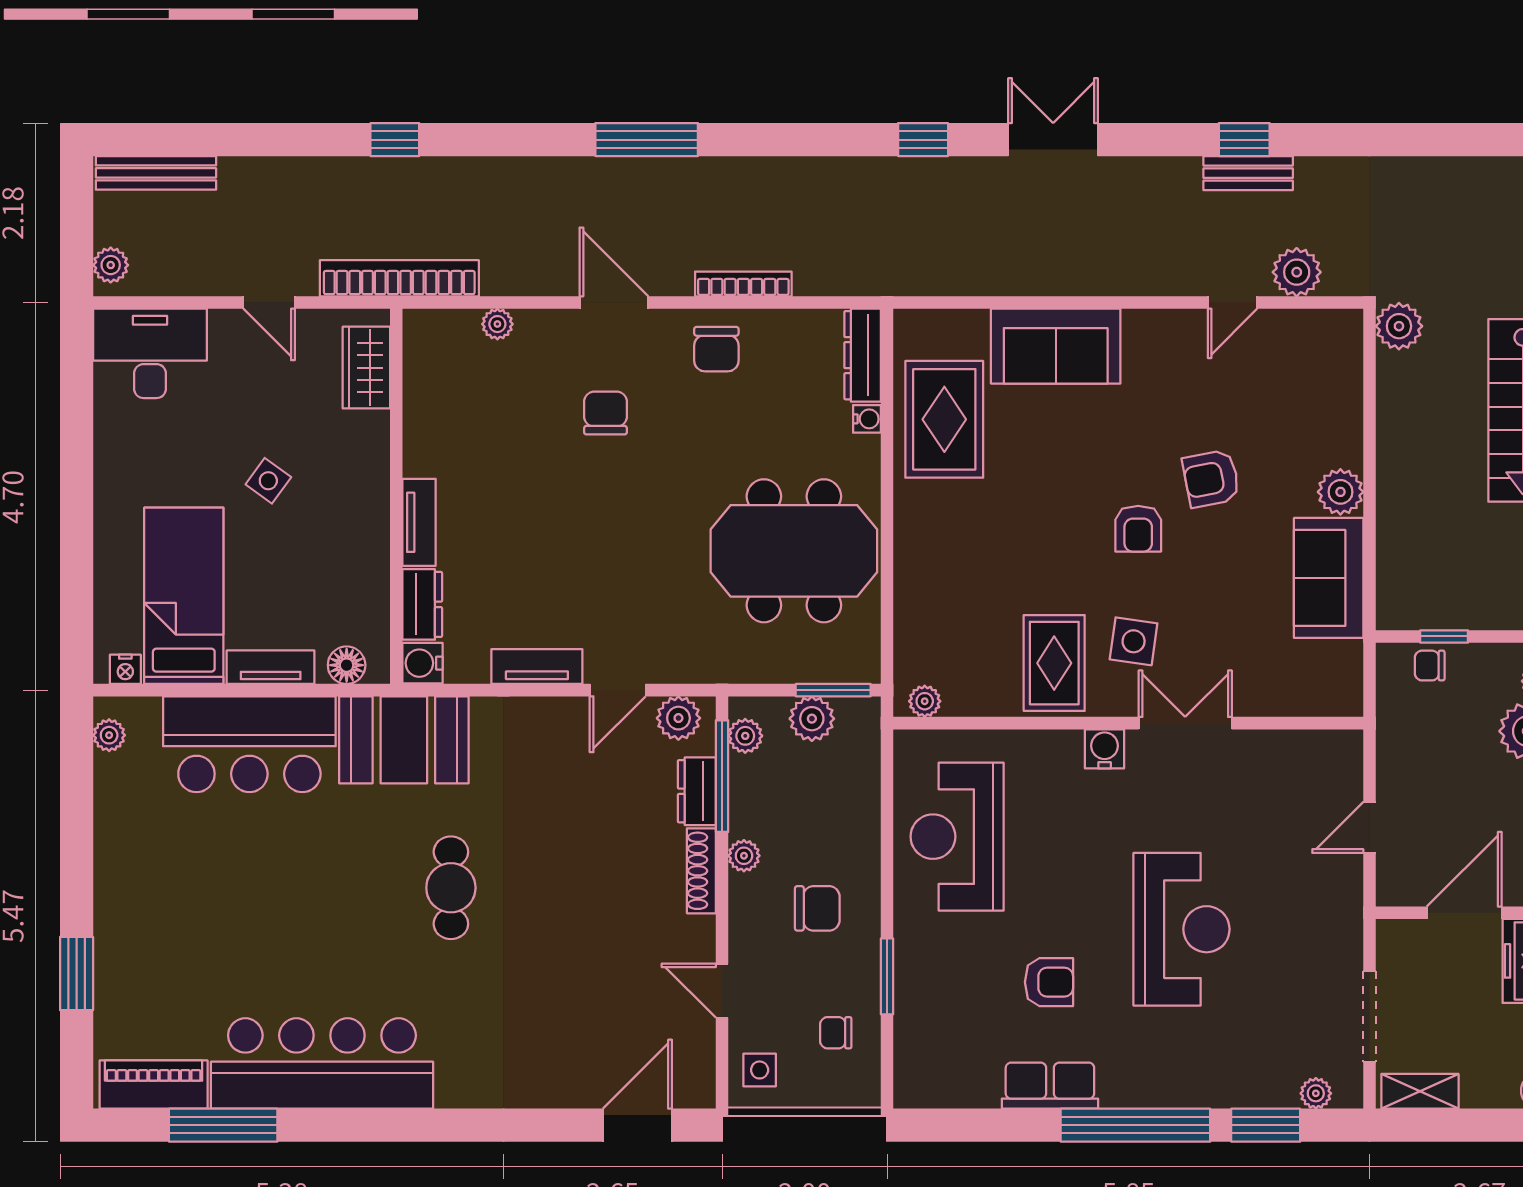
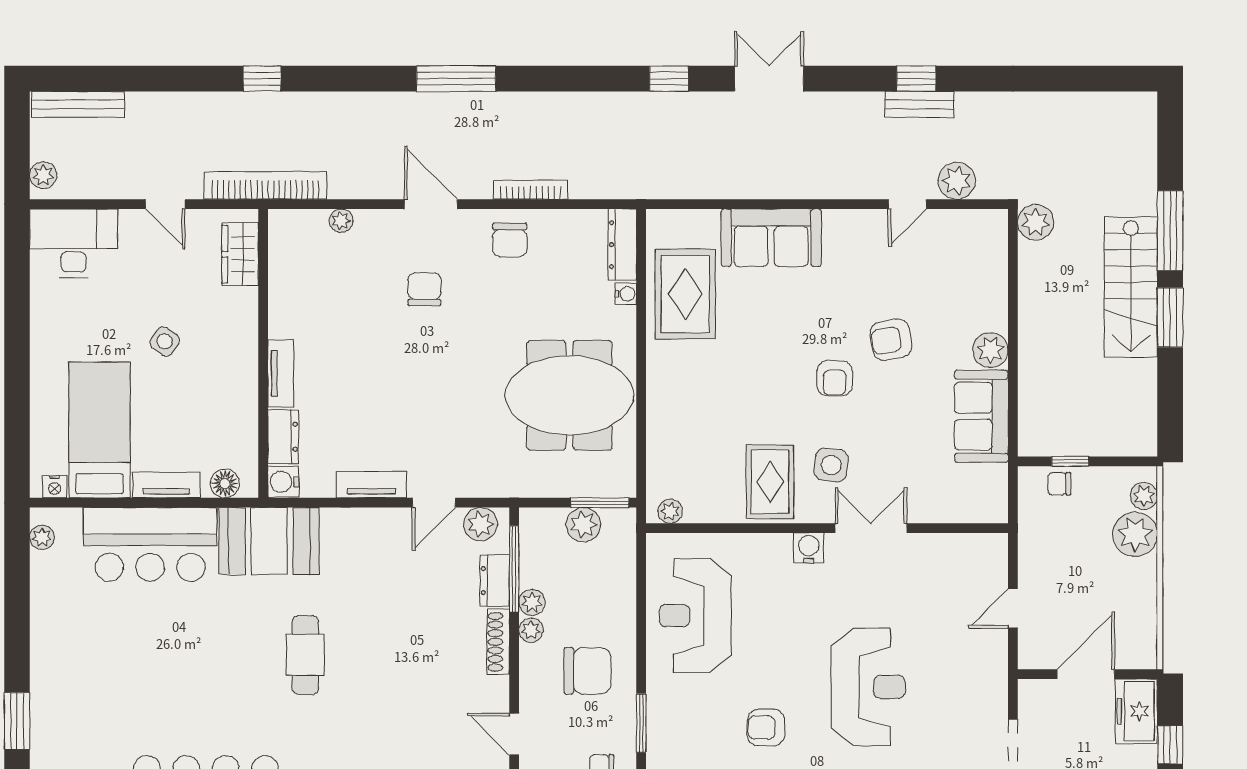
plant: (745, 736) -> (532, 602), moved
chair: (817, 908) -> (588, 671), width x1.37, depth x1.37
armchair: (1049, 982) -> (766, 728), turned 180

